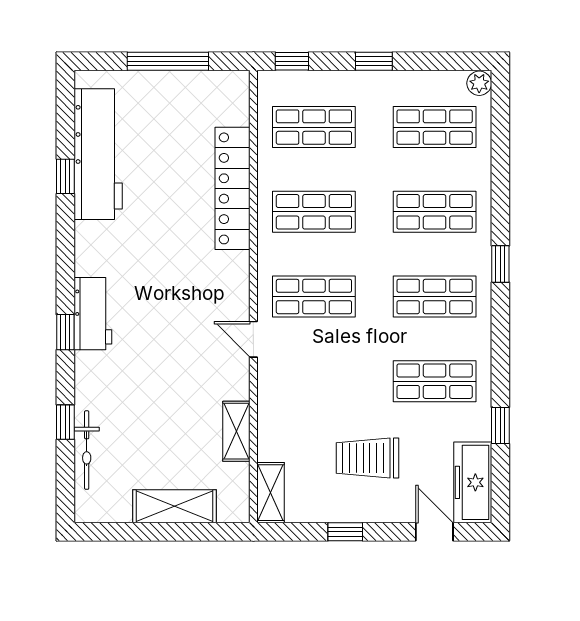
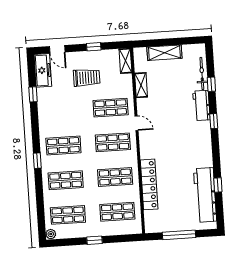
window: (292, 61) -> (128, 238), removed
workbench: (93, 314) -> (201, 106), moved
shop shelf: (435, 381) -> (111, 108), moved

